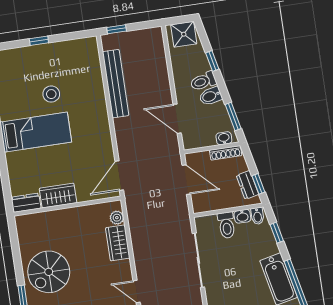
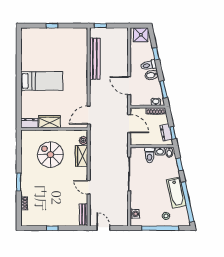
stool: (51, 94) -> (55, 59), removed
spiral stairs: (49, 272) -> (50, 155), moved, turned 90

